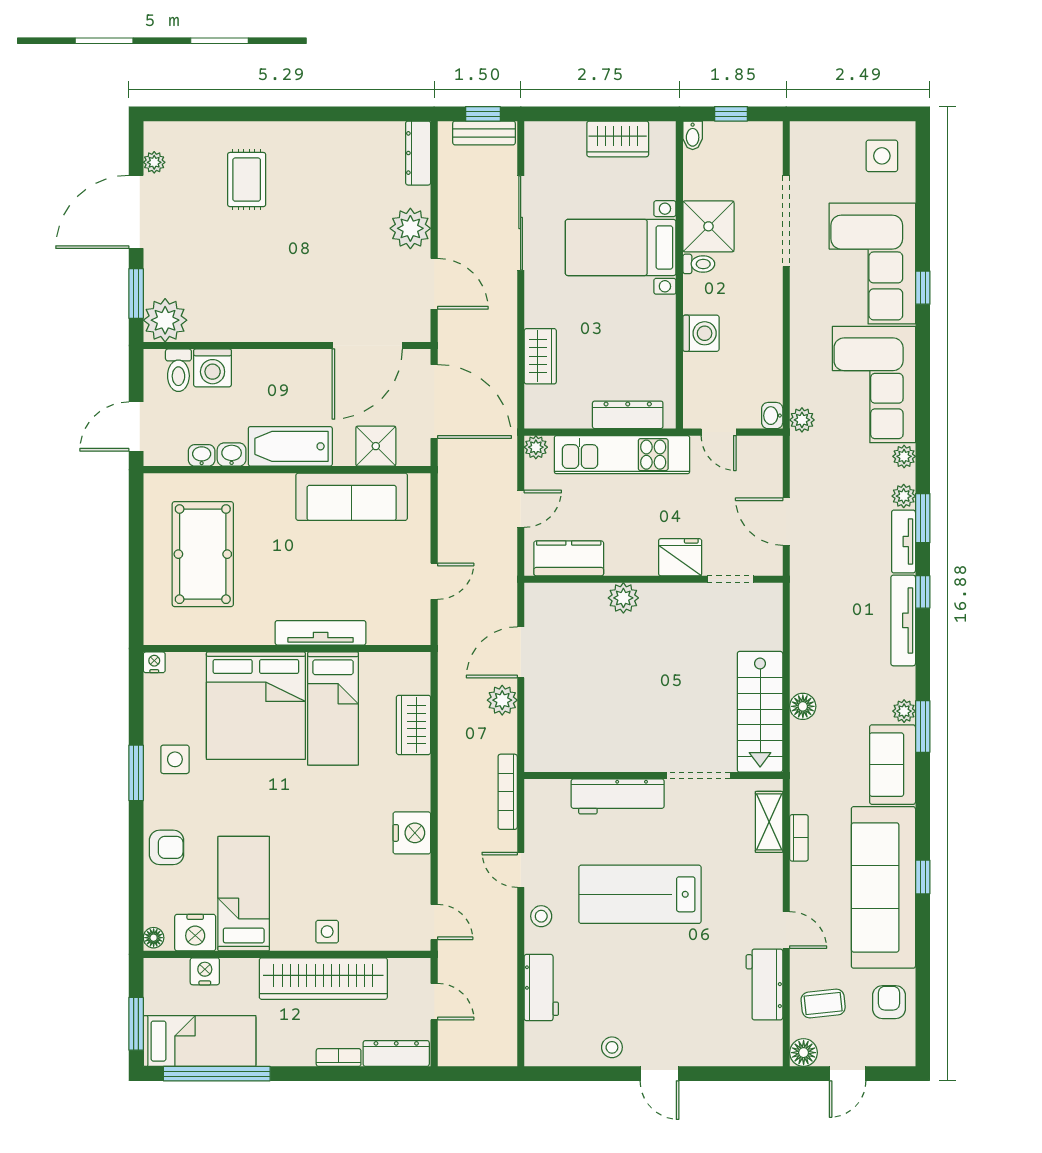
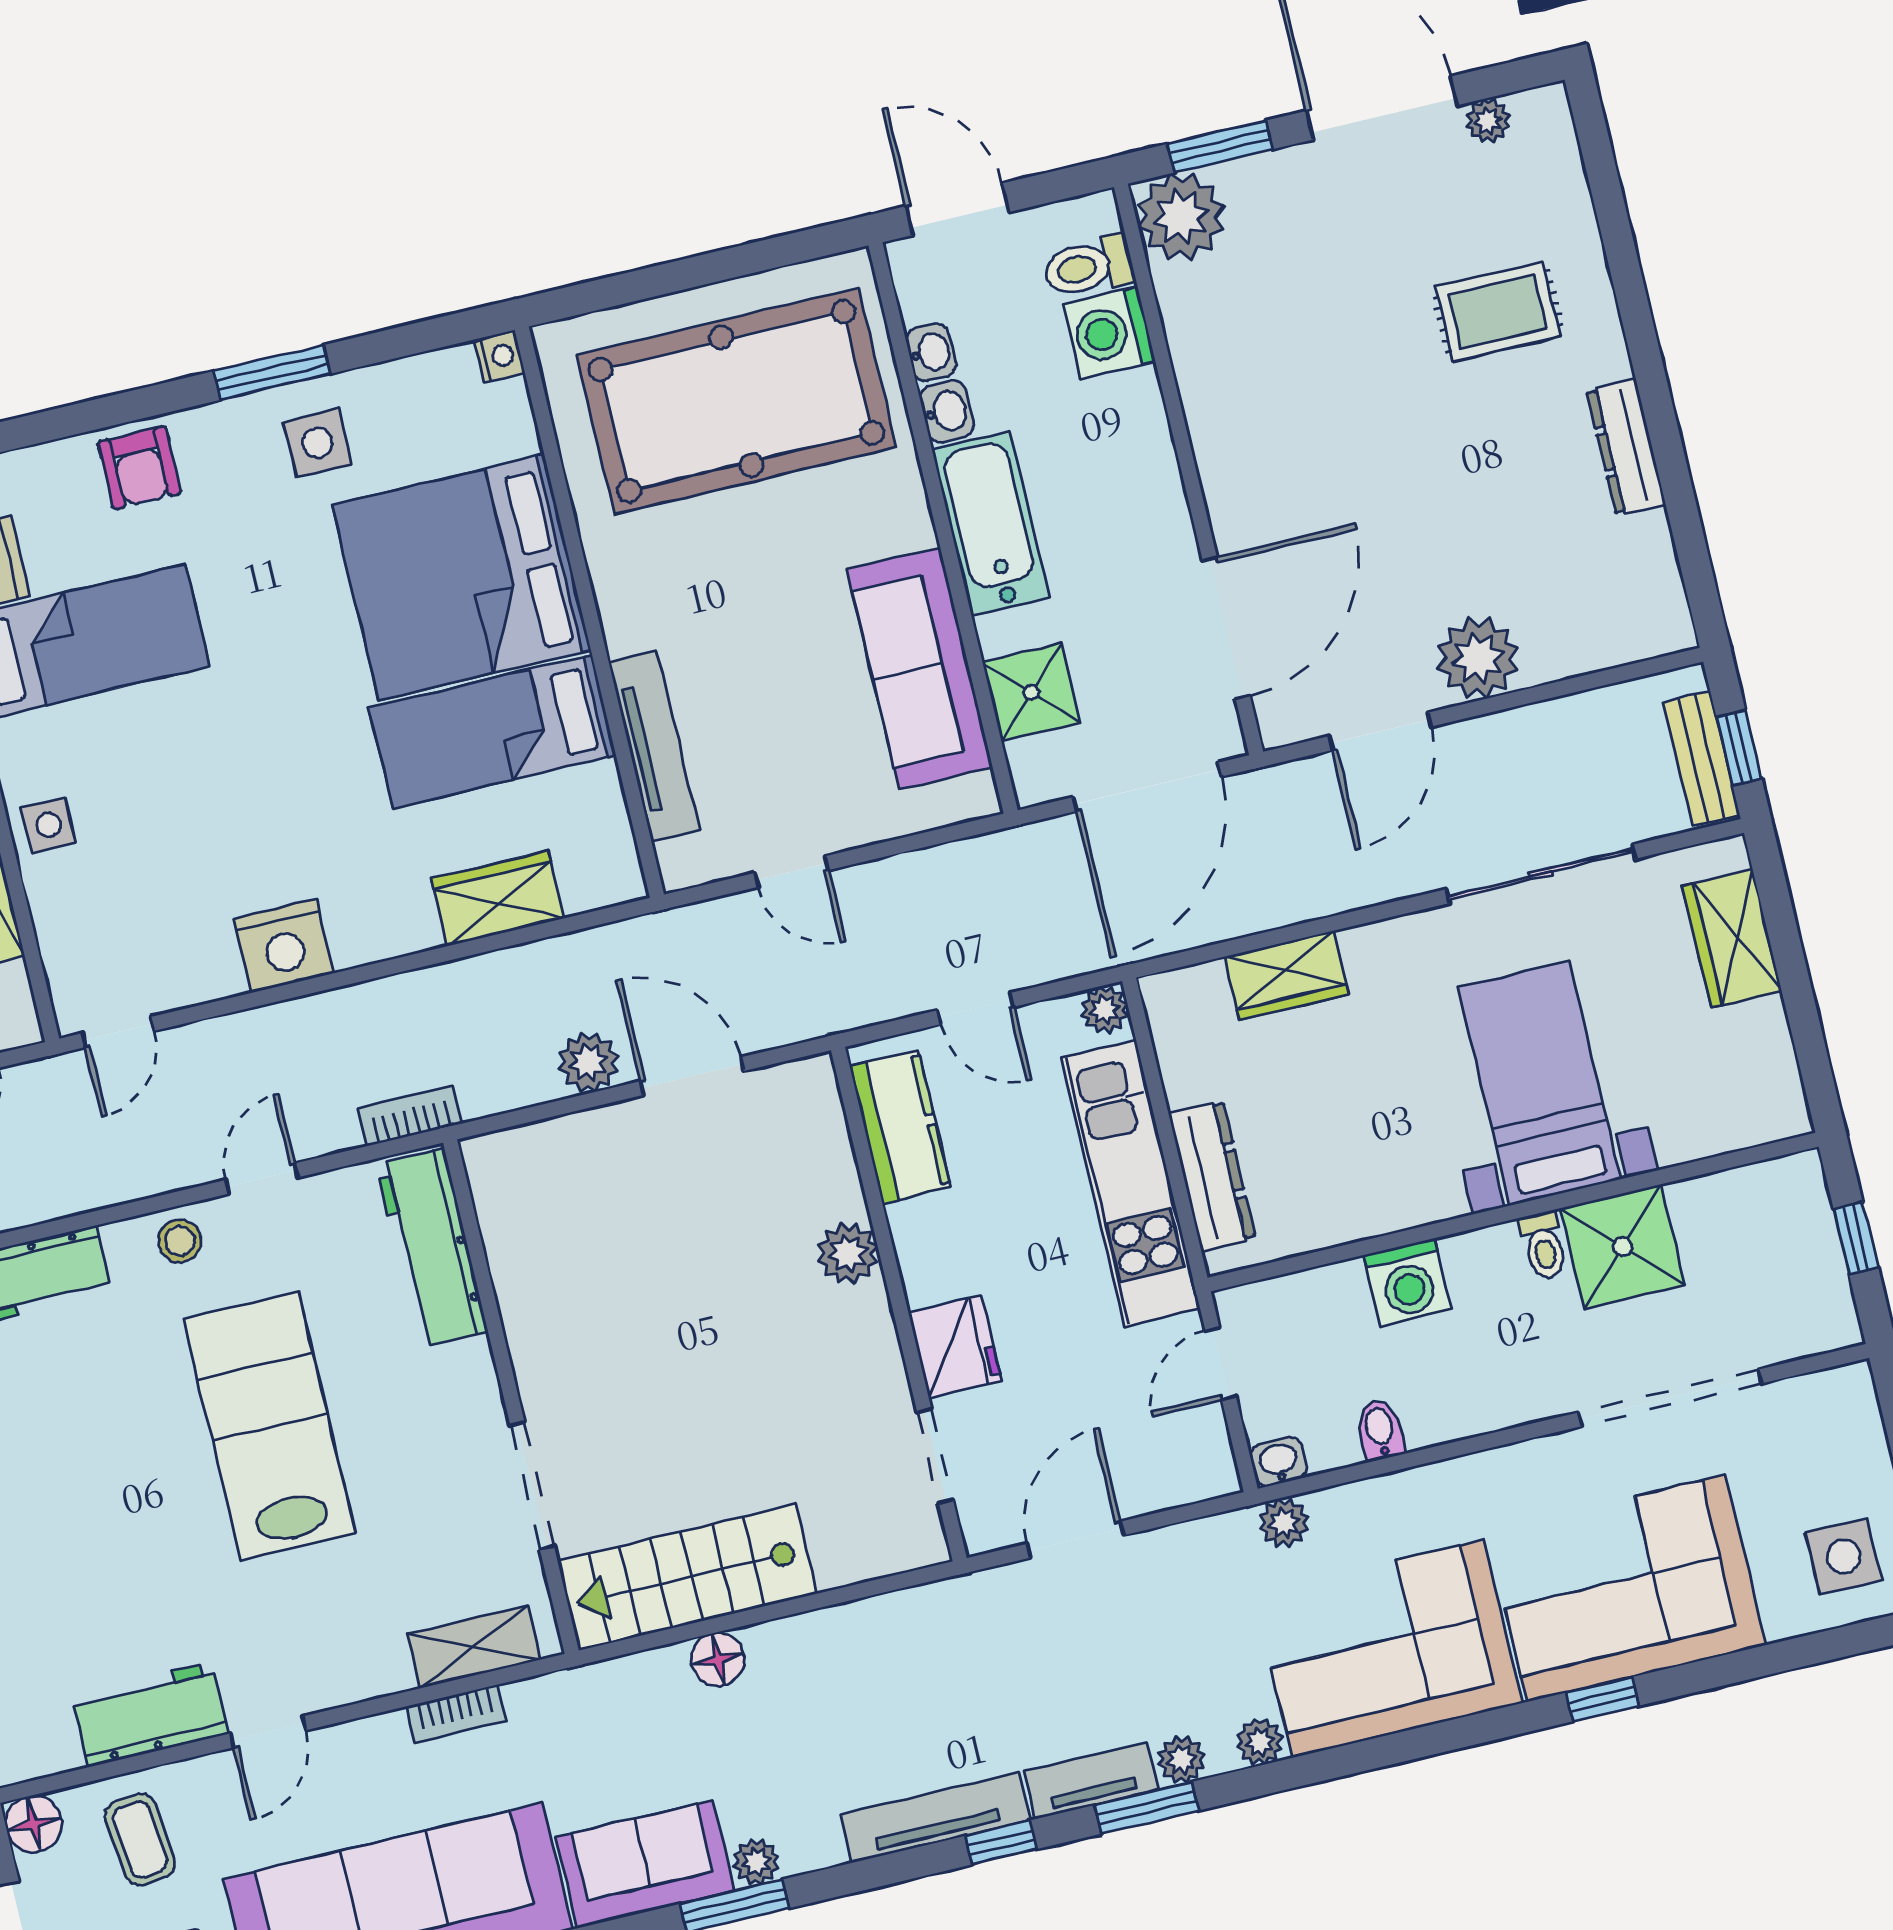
bidet: (693, 135) -> (1380, 1430), moved, turned 90
wardrobe: (618, 139) -> (1732, 938), moved
dresser: (418, 153) -> (1626, 447), moved, turned -90
door: (367, 346) -> (1226, 628), swing flipped
pool table: (203, 554) -> (736, 401), width x1.36, depth x1.32
tv unit: (321, 633) -> (654, 746), moved
bookcase: (508, 792) -> (410, 1116), width x0.64
workbench: (618, 796) -> (432, 1248), moved

